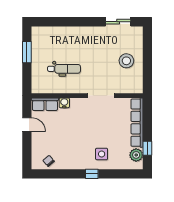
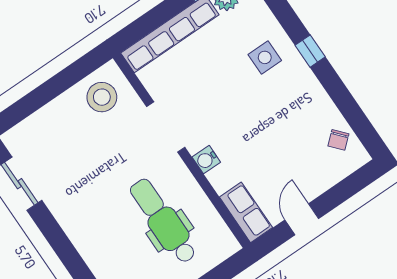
stool: (126, 61) -> (102, 97), moved
dental chair: (64, 69) -> (163, 221), width x1.36, depth x1.38
water cooler: (64, 103) -> (206, 160), moved

